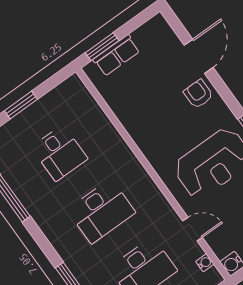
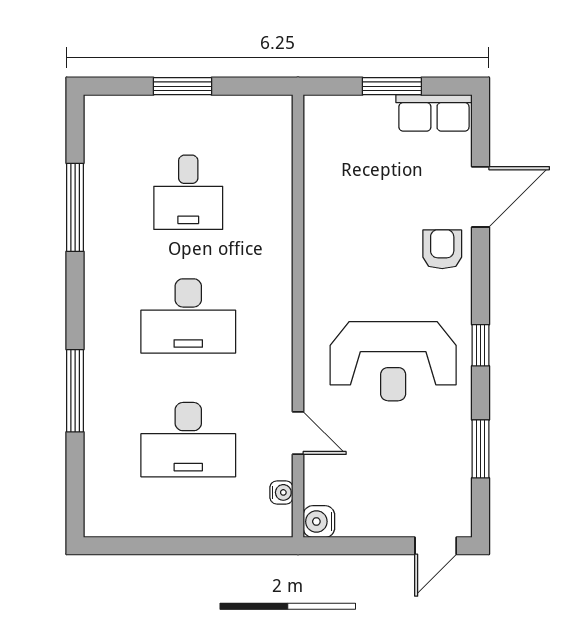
window: (102, 47) -> (392, 86), moved
row of seats: (117, 55) -> (434, 113), moved

